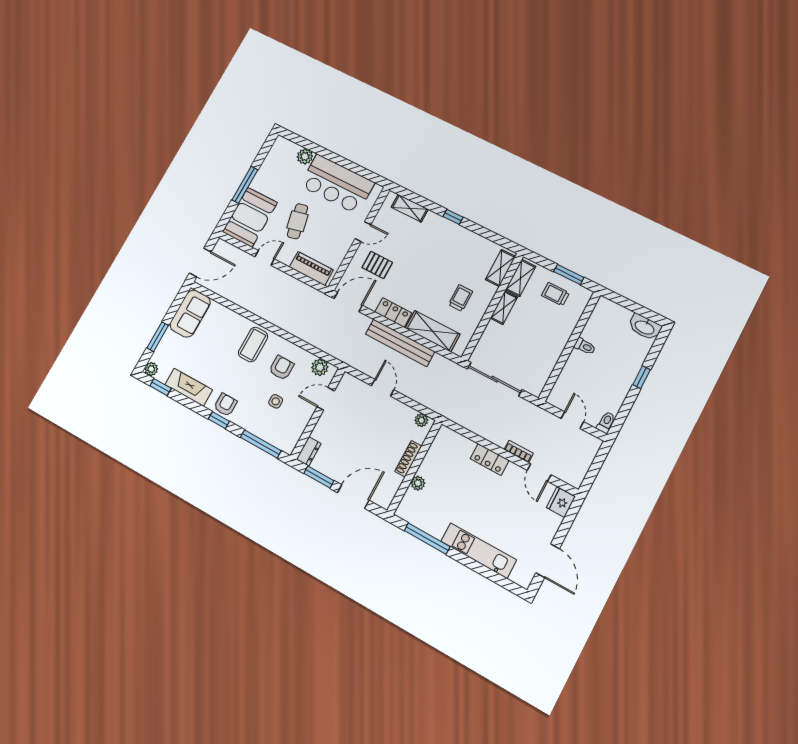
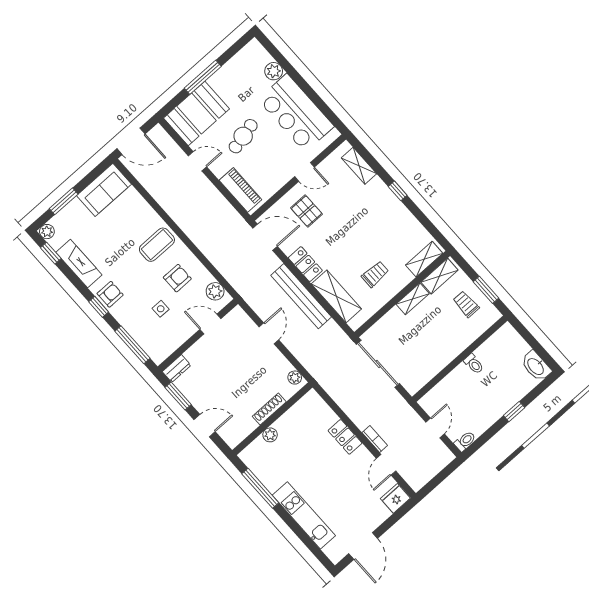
door: (353, 496) -> (205, 426), width x0.73

